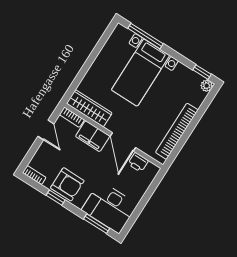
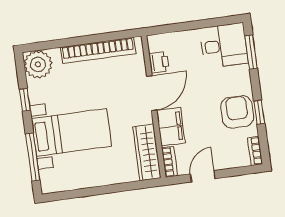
window: (202, 72) -> (25, 100), moved
plant: (207, 86) -> (38, 64), width x1.87, depth x1.87
desk: (109, 207) -> (224, 46), width x0.73

